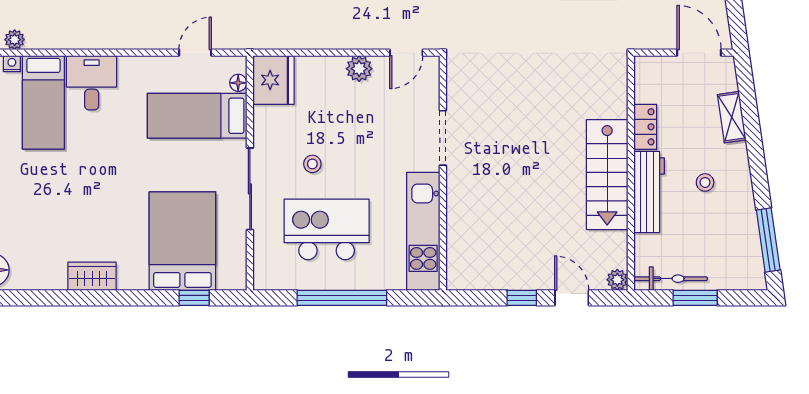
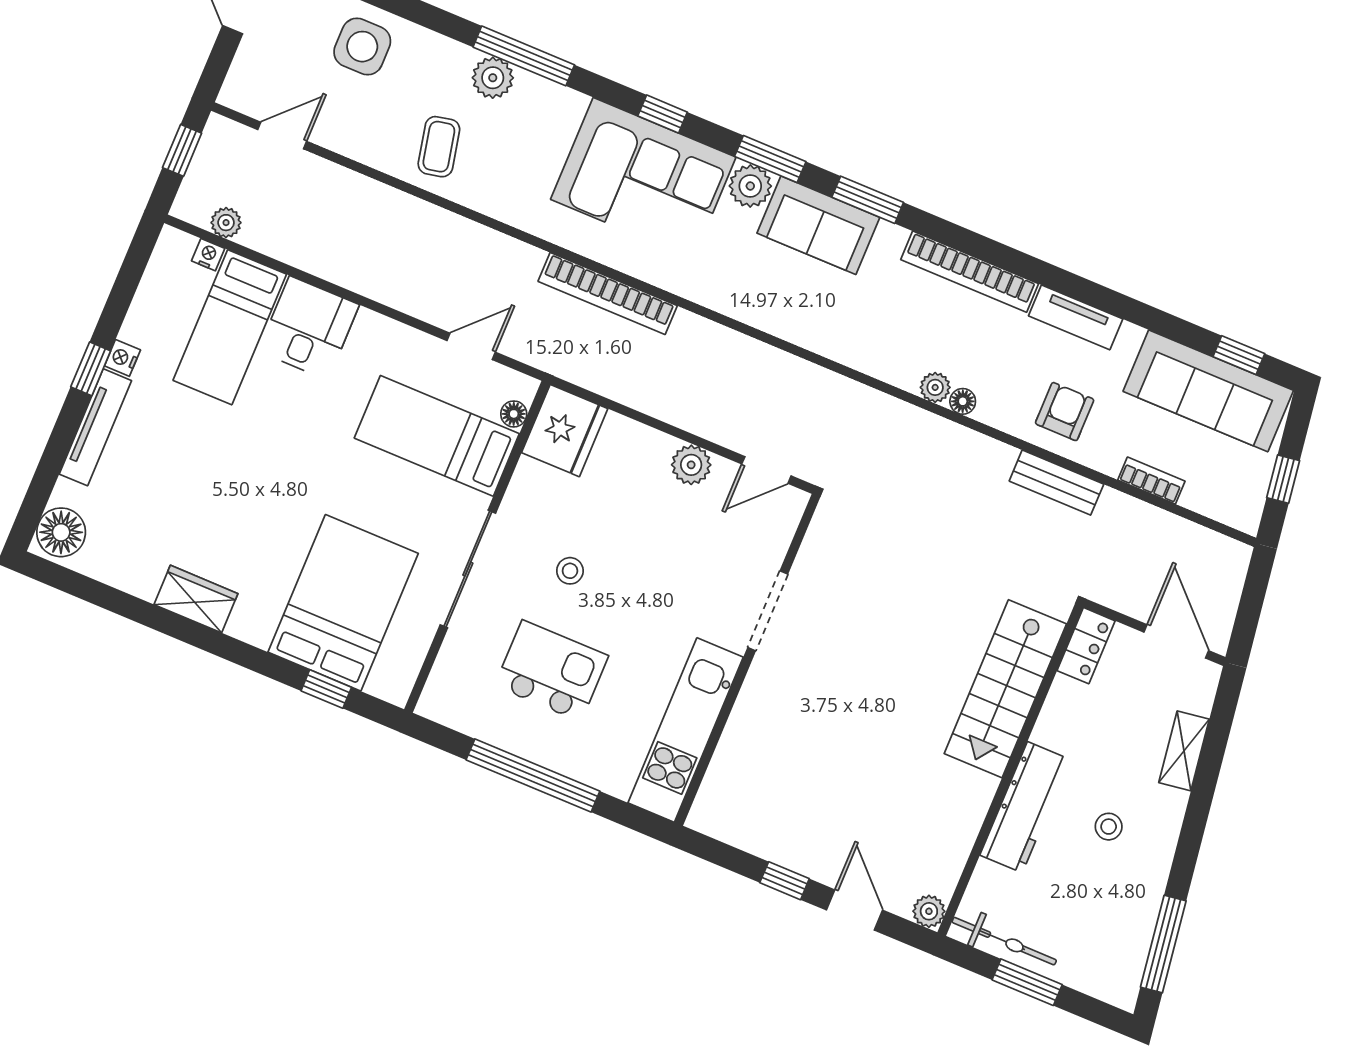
locker: (645, 127) -> (1086, 646), moved
stairs: (607, 175) -> (1005, 689), moved
kitchen island: (327, 229) -> (552, 671), width x0.73, depth x0.78

